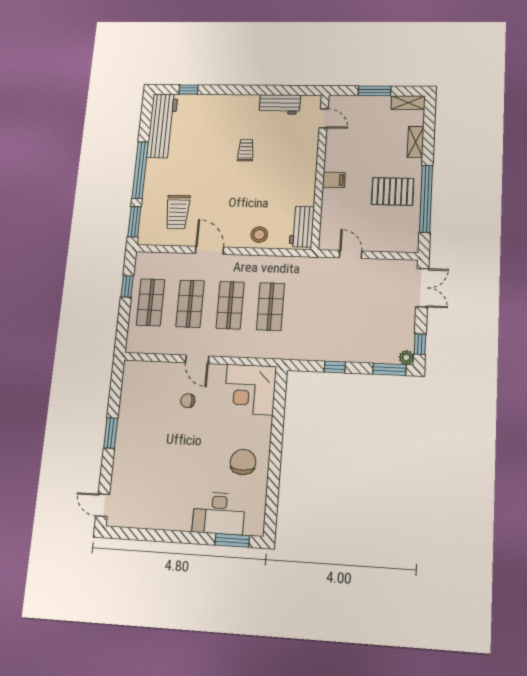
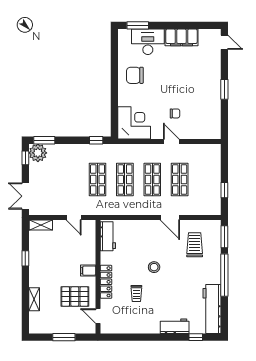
shelving: (408, 103) -> (41, 225), moved
workbench: (280, 104) -> (175, 326), moved
trolley: (246, 150) -> (136, 294), moved
locker: (309, 164) -> (106, 282), added
pallet: (393, 191) -> (75, 297), moved
window: (426, 199) -> (25, 258), width x0.32
stool: (259, 235) -> (154, 267), moved
shop shelf: (151, 302) -> (98, 180), moved
plant: (406, 358) -> (38, 153), width x1.88, depth x1.88
window: (335, 367) -> (96, 140), moved
chair: (243, 462) -> (135, 75), turned 90
filing cabinet: (167, 517) -> (181, 37), added

